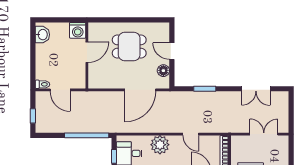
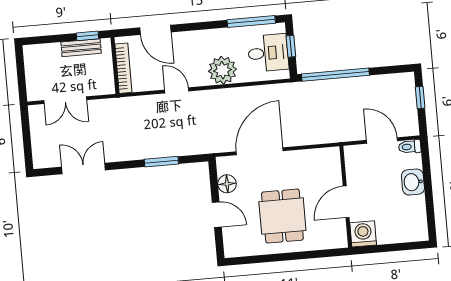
washbasin: (42, 35) -> (413, 182), moved
dining table: (129, 47) -> (282, 216), turned 90

